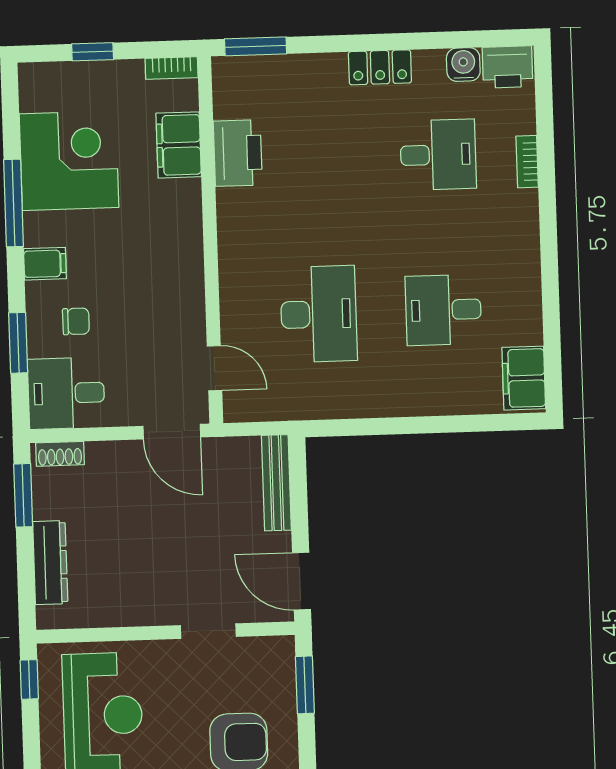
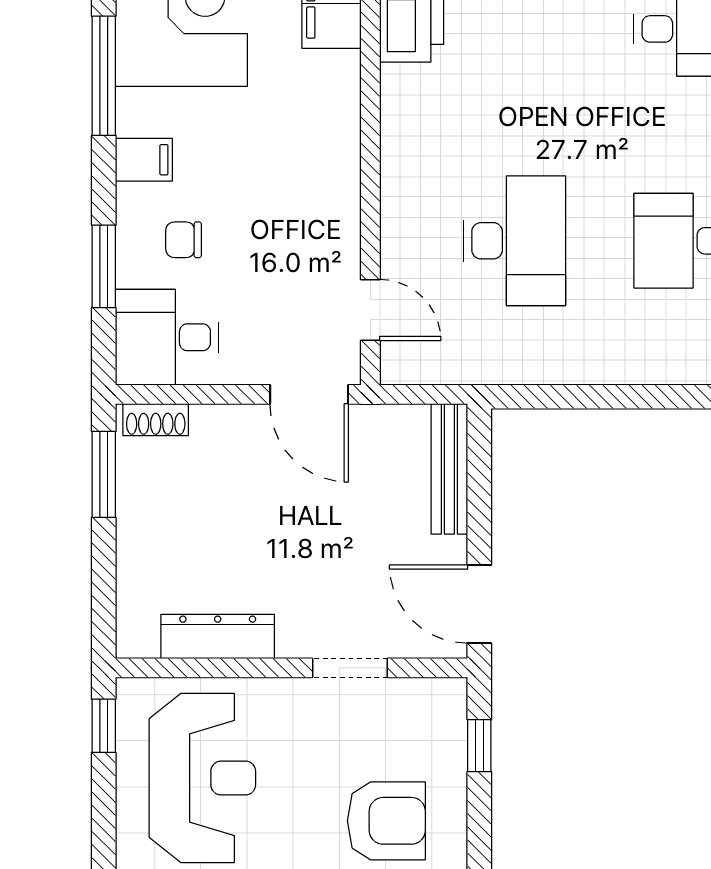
chair: (76, 321) -> (184, 240), turned 180
dresser: (50, 563) -> (218, 636), moved, turned -90
window: (305, 685) -> (479, 746), width x0.67

